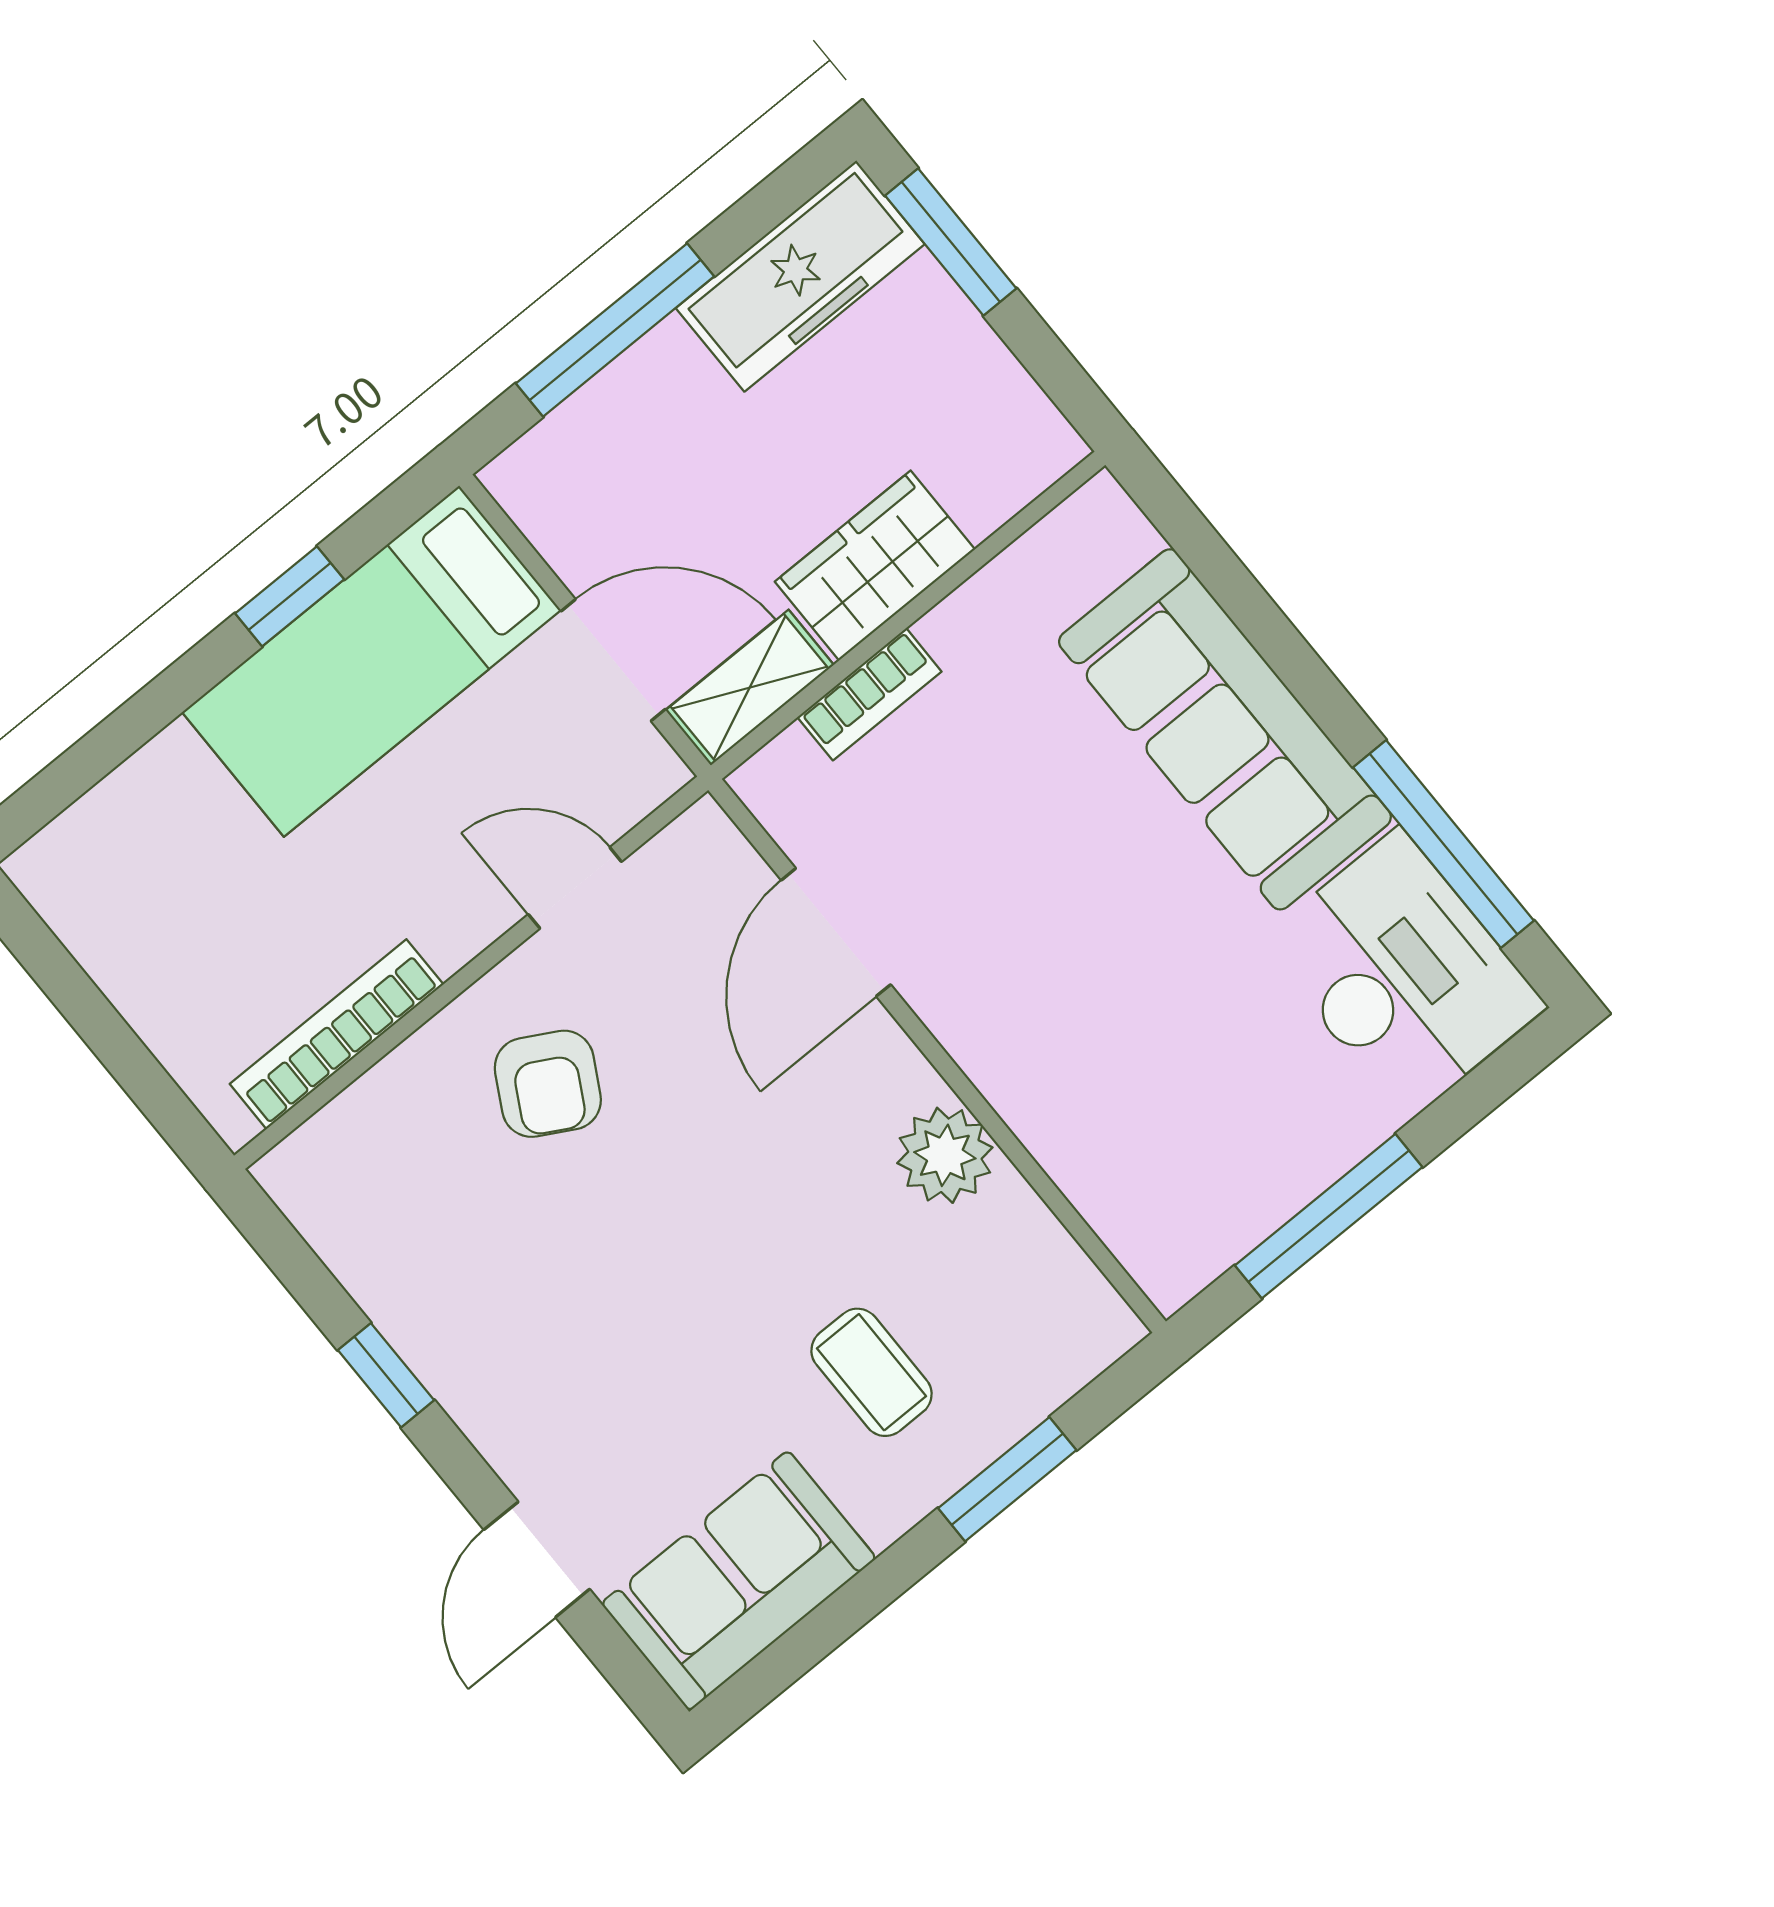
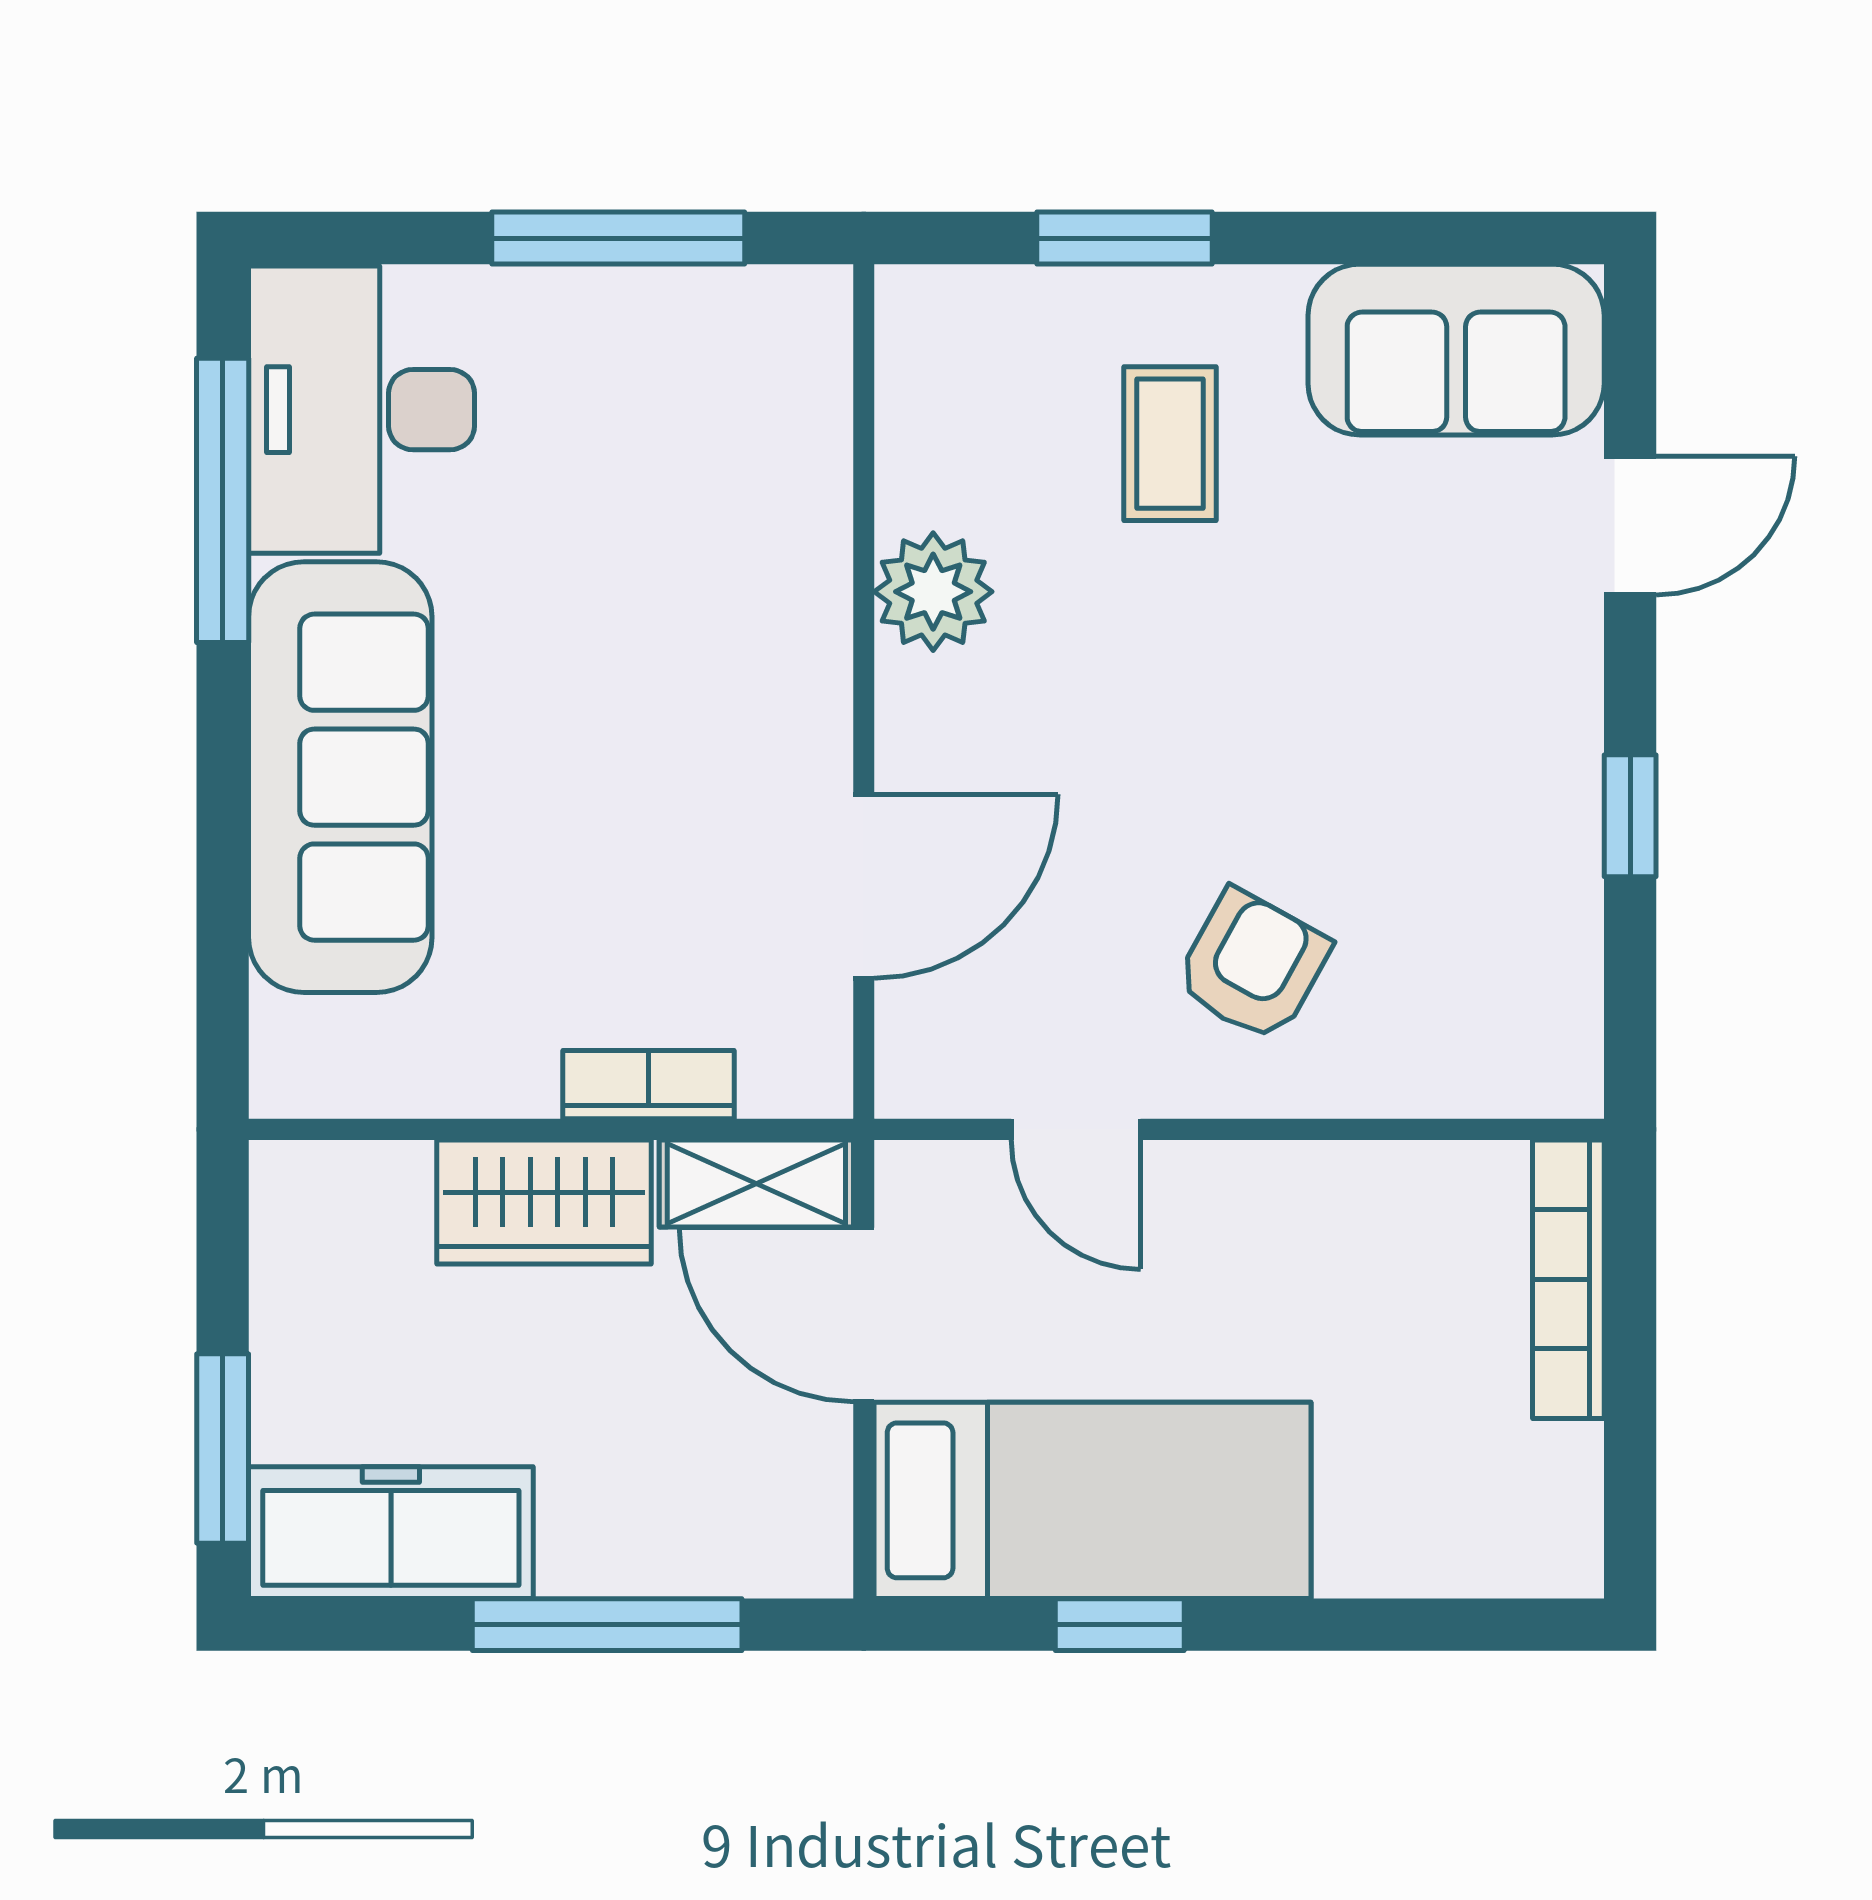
bookcase: (337, 1034) -> (1568, 1279), moved, turned 90

